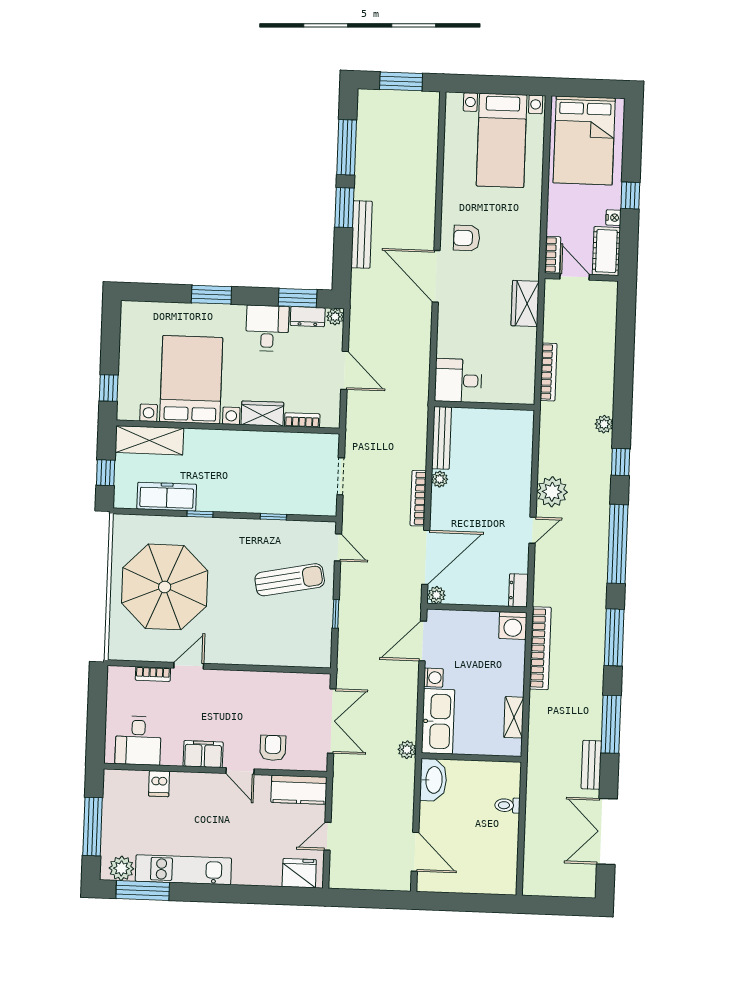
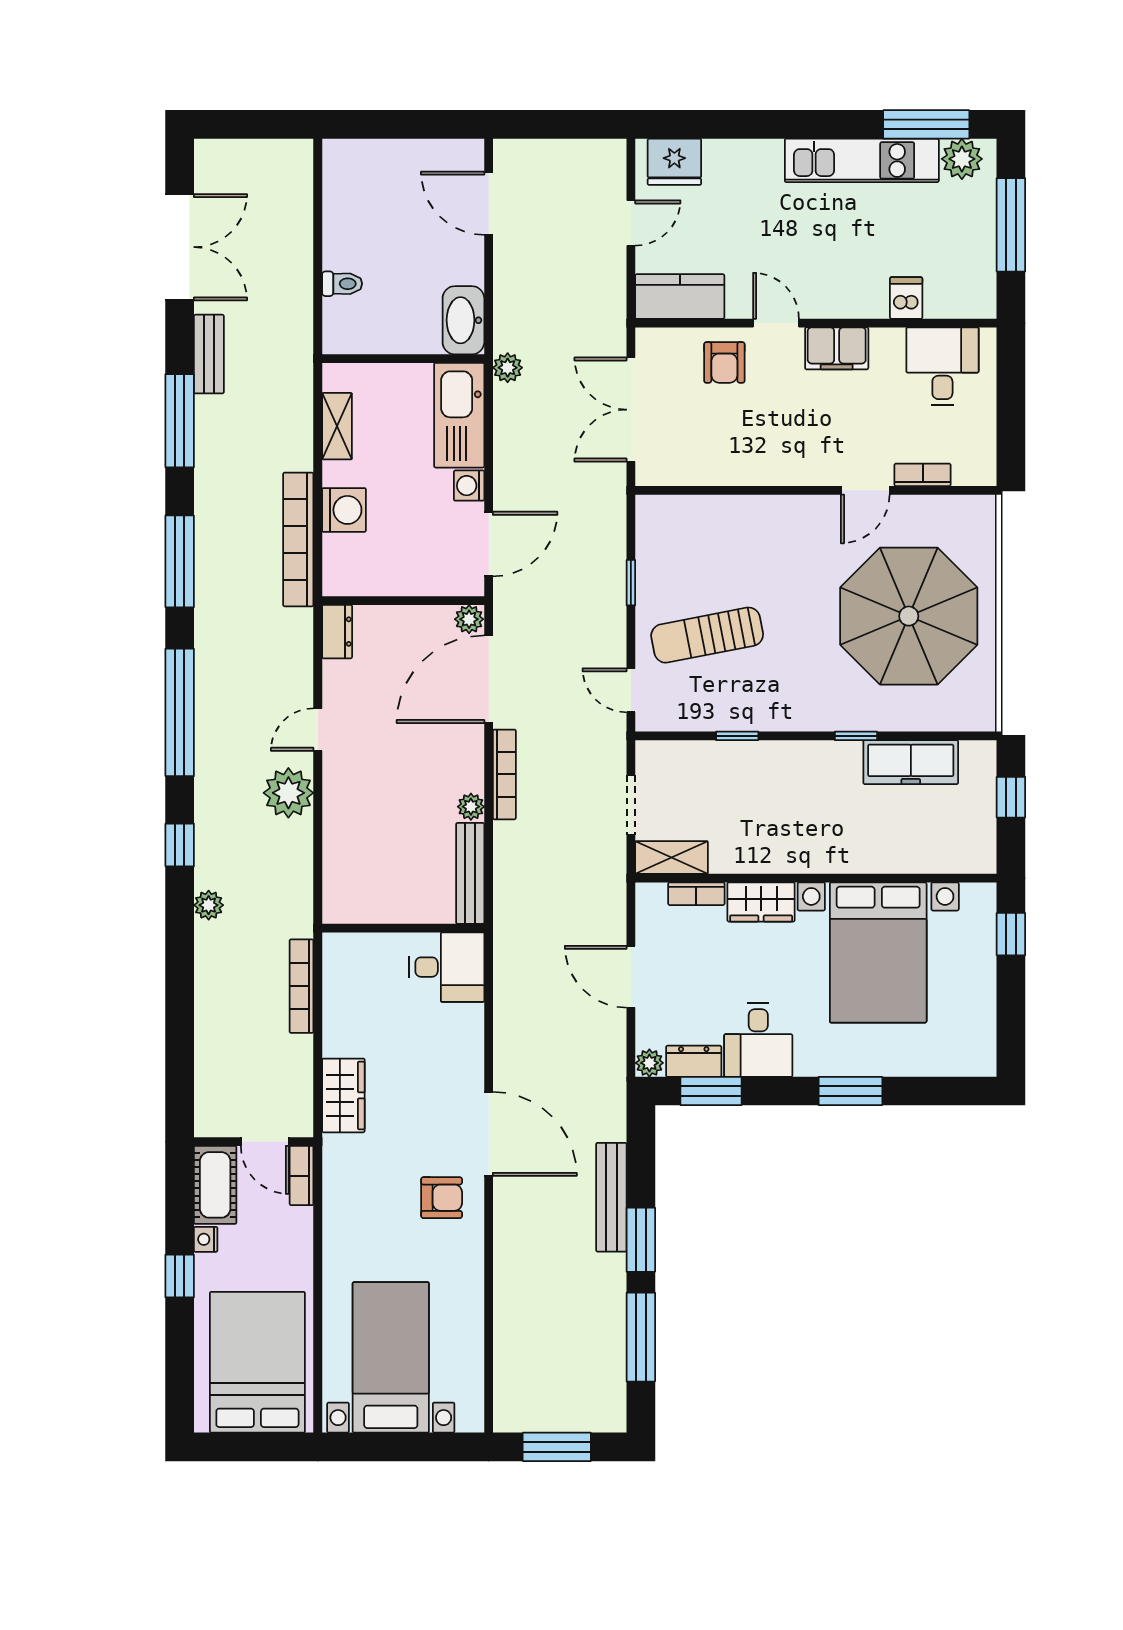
shelving: (149, 440) -> (672, 858), moved, width x0.67, depth x0.75
washing machine: (513, 626) -> (344, 510), moved, turned 90

